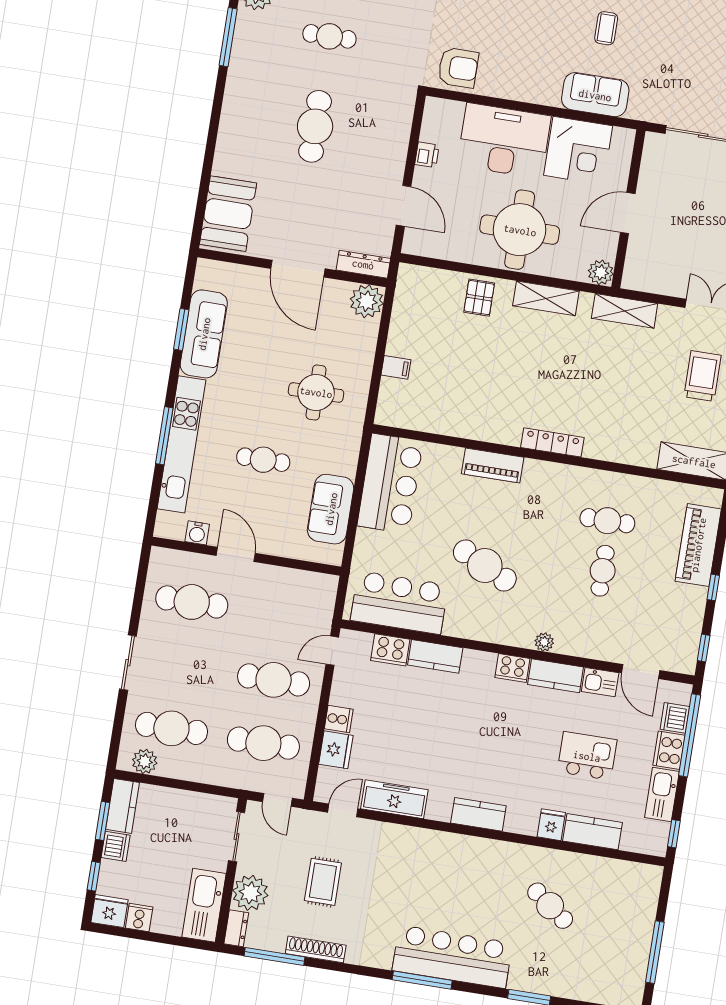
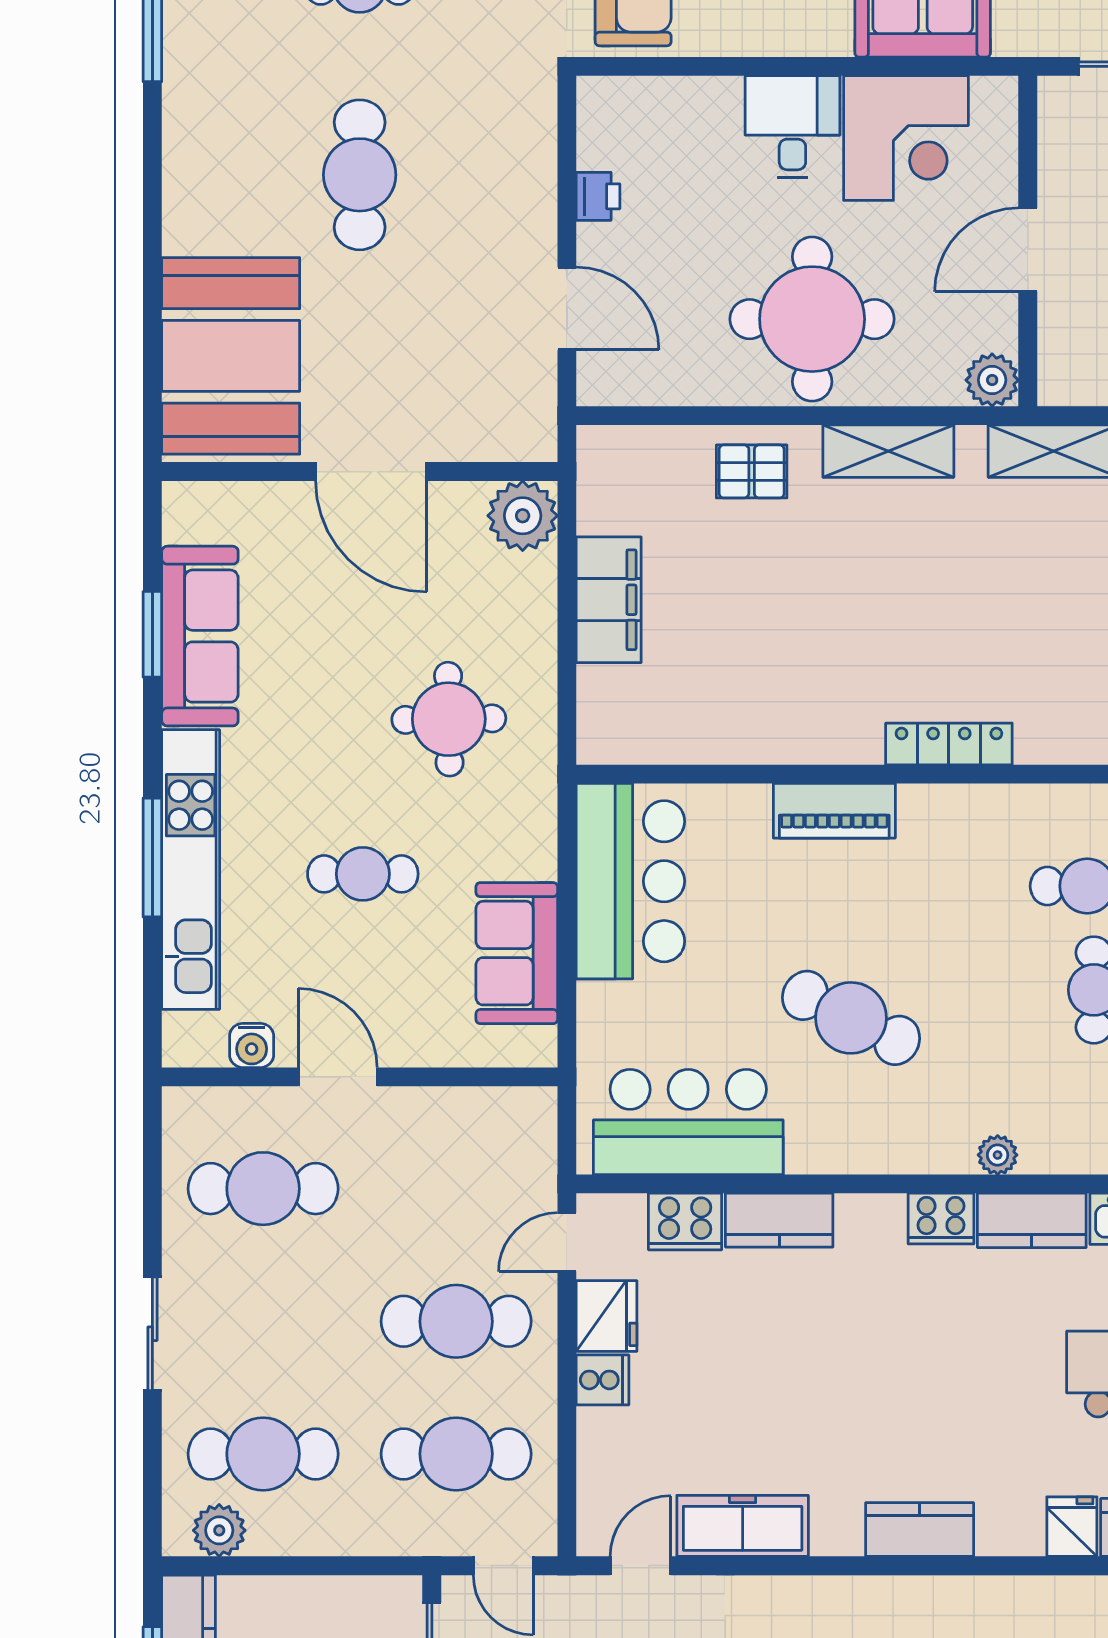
desk: (504, 141) -> (792, 127), width x0.53, depth x0.77
booth: (228, 214) -> (231, 356), width x1.36, depth x1.42
dresser: (363, 264) -> (504, 441), removed
pallet: (479, 298) -> (752, 471), turned 90
filing cabinet: (396, 367) -> (609, 600), width x3.00, depth x1.17
fridge: (336, 750) -> (607, 1316), moved

